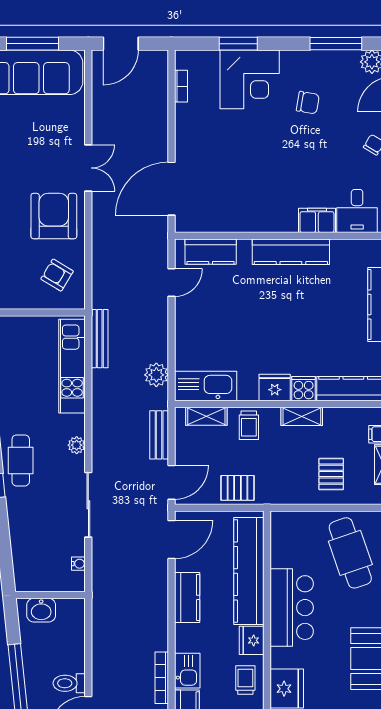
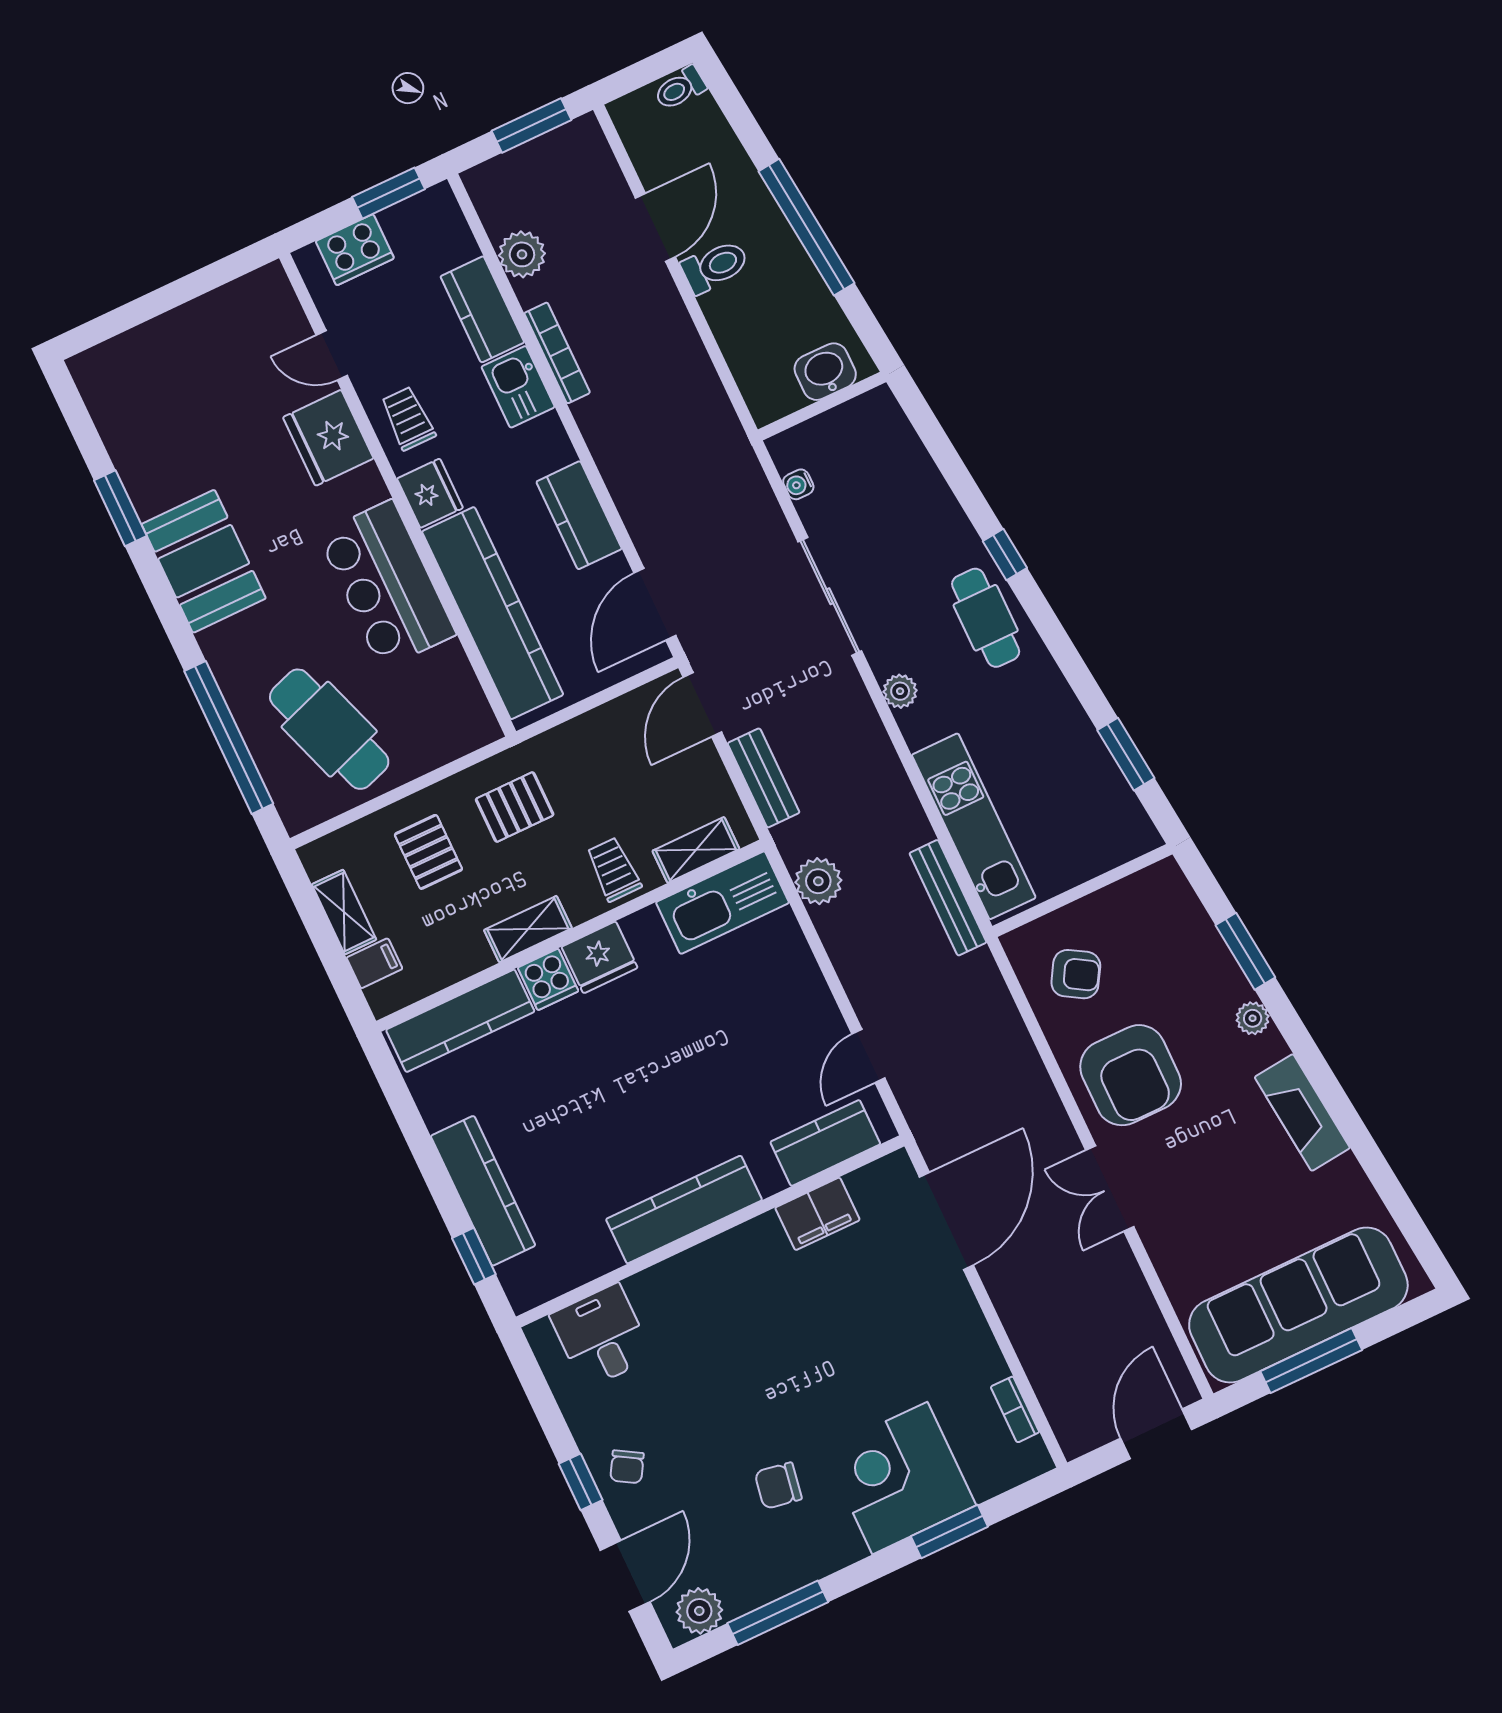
filing cabinet: (317, 220) -> (817, 1214), moved
pallet: (238, 488) -> (515, 807), moved
trolley: (245, 680) -> (408, 418), turned 180

